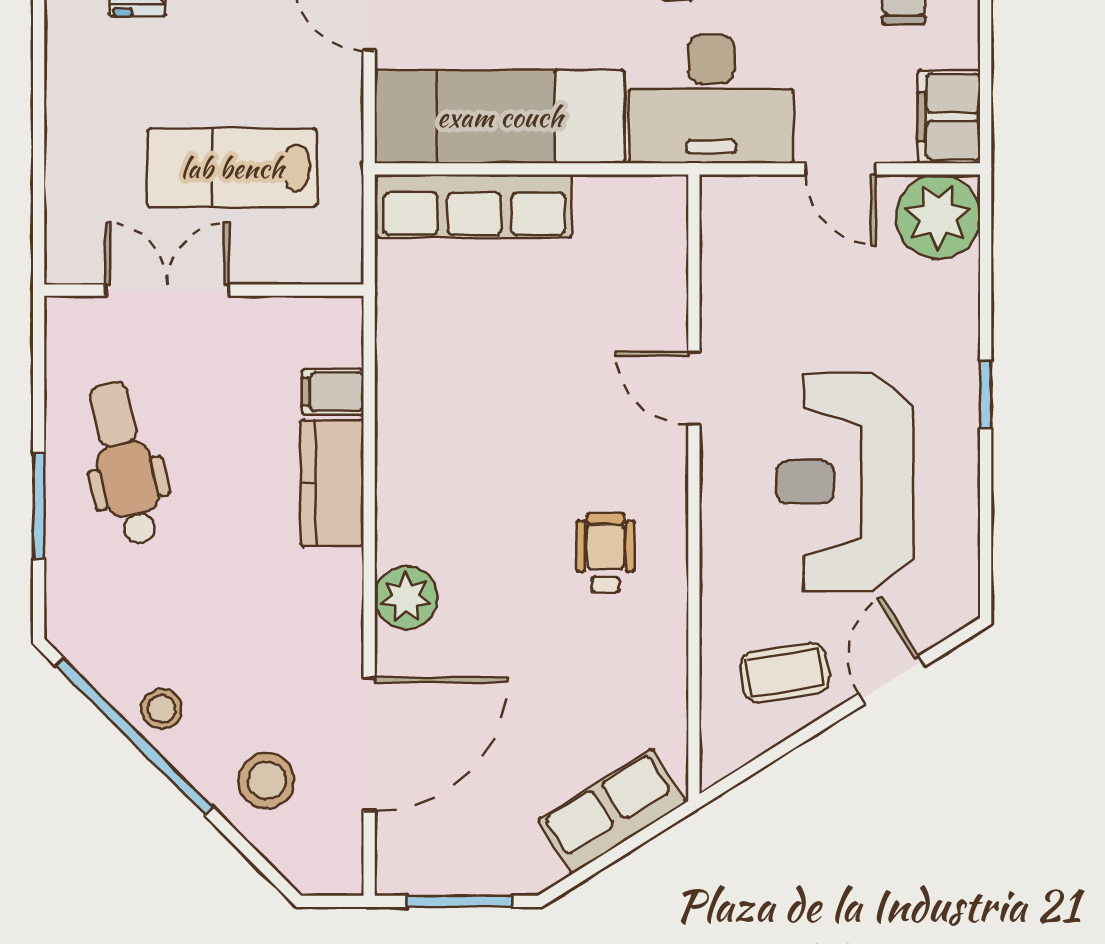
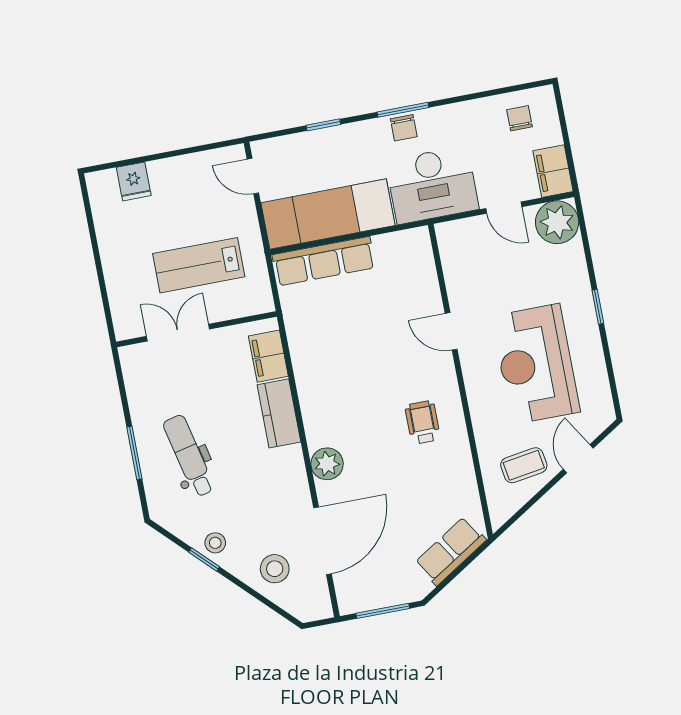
filing cabinet: (333, 392) -> (268, 356), width x2.00
dental chair: (124, 463) -> (189, 456), moved
window: (134, 737) -> (204, 559), width x0.32

